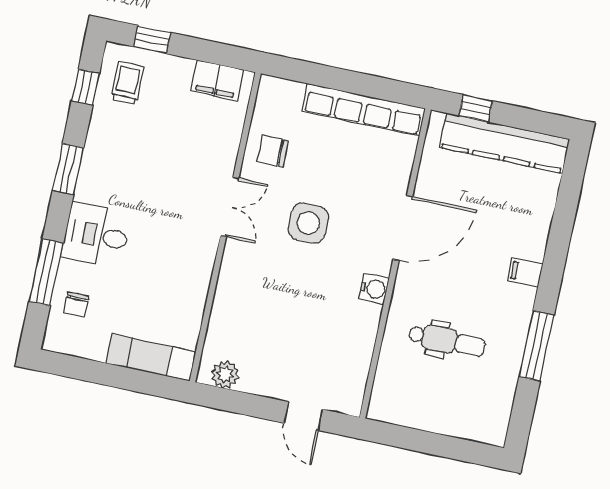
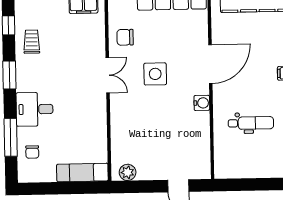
trolley: (127, 83) -> (32, 42), moved

